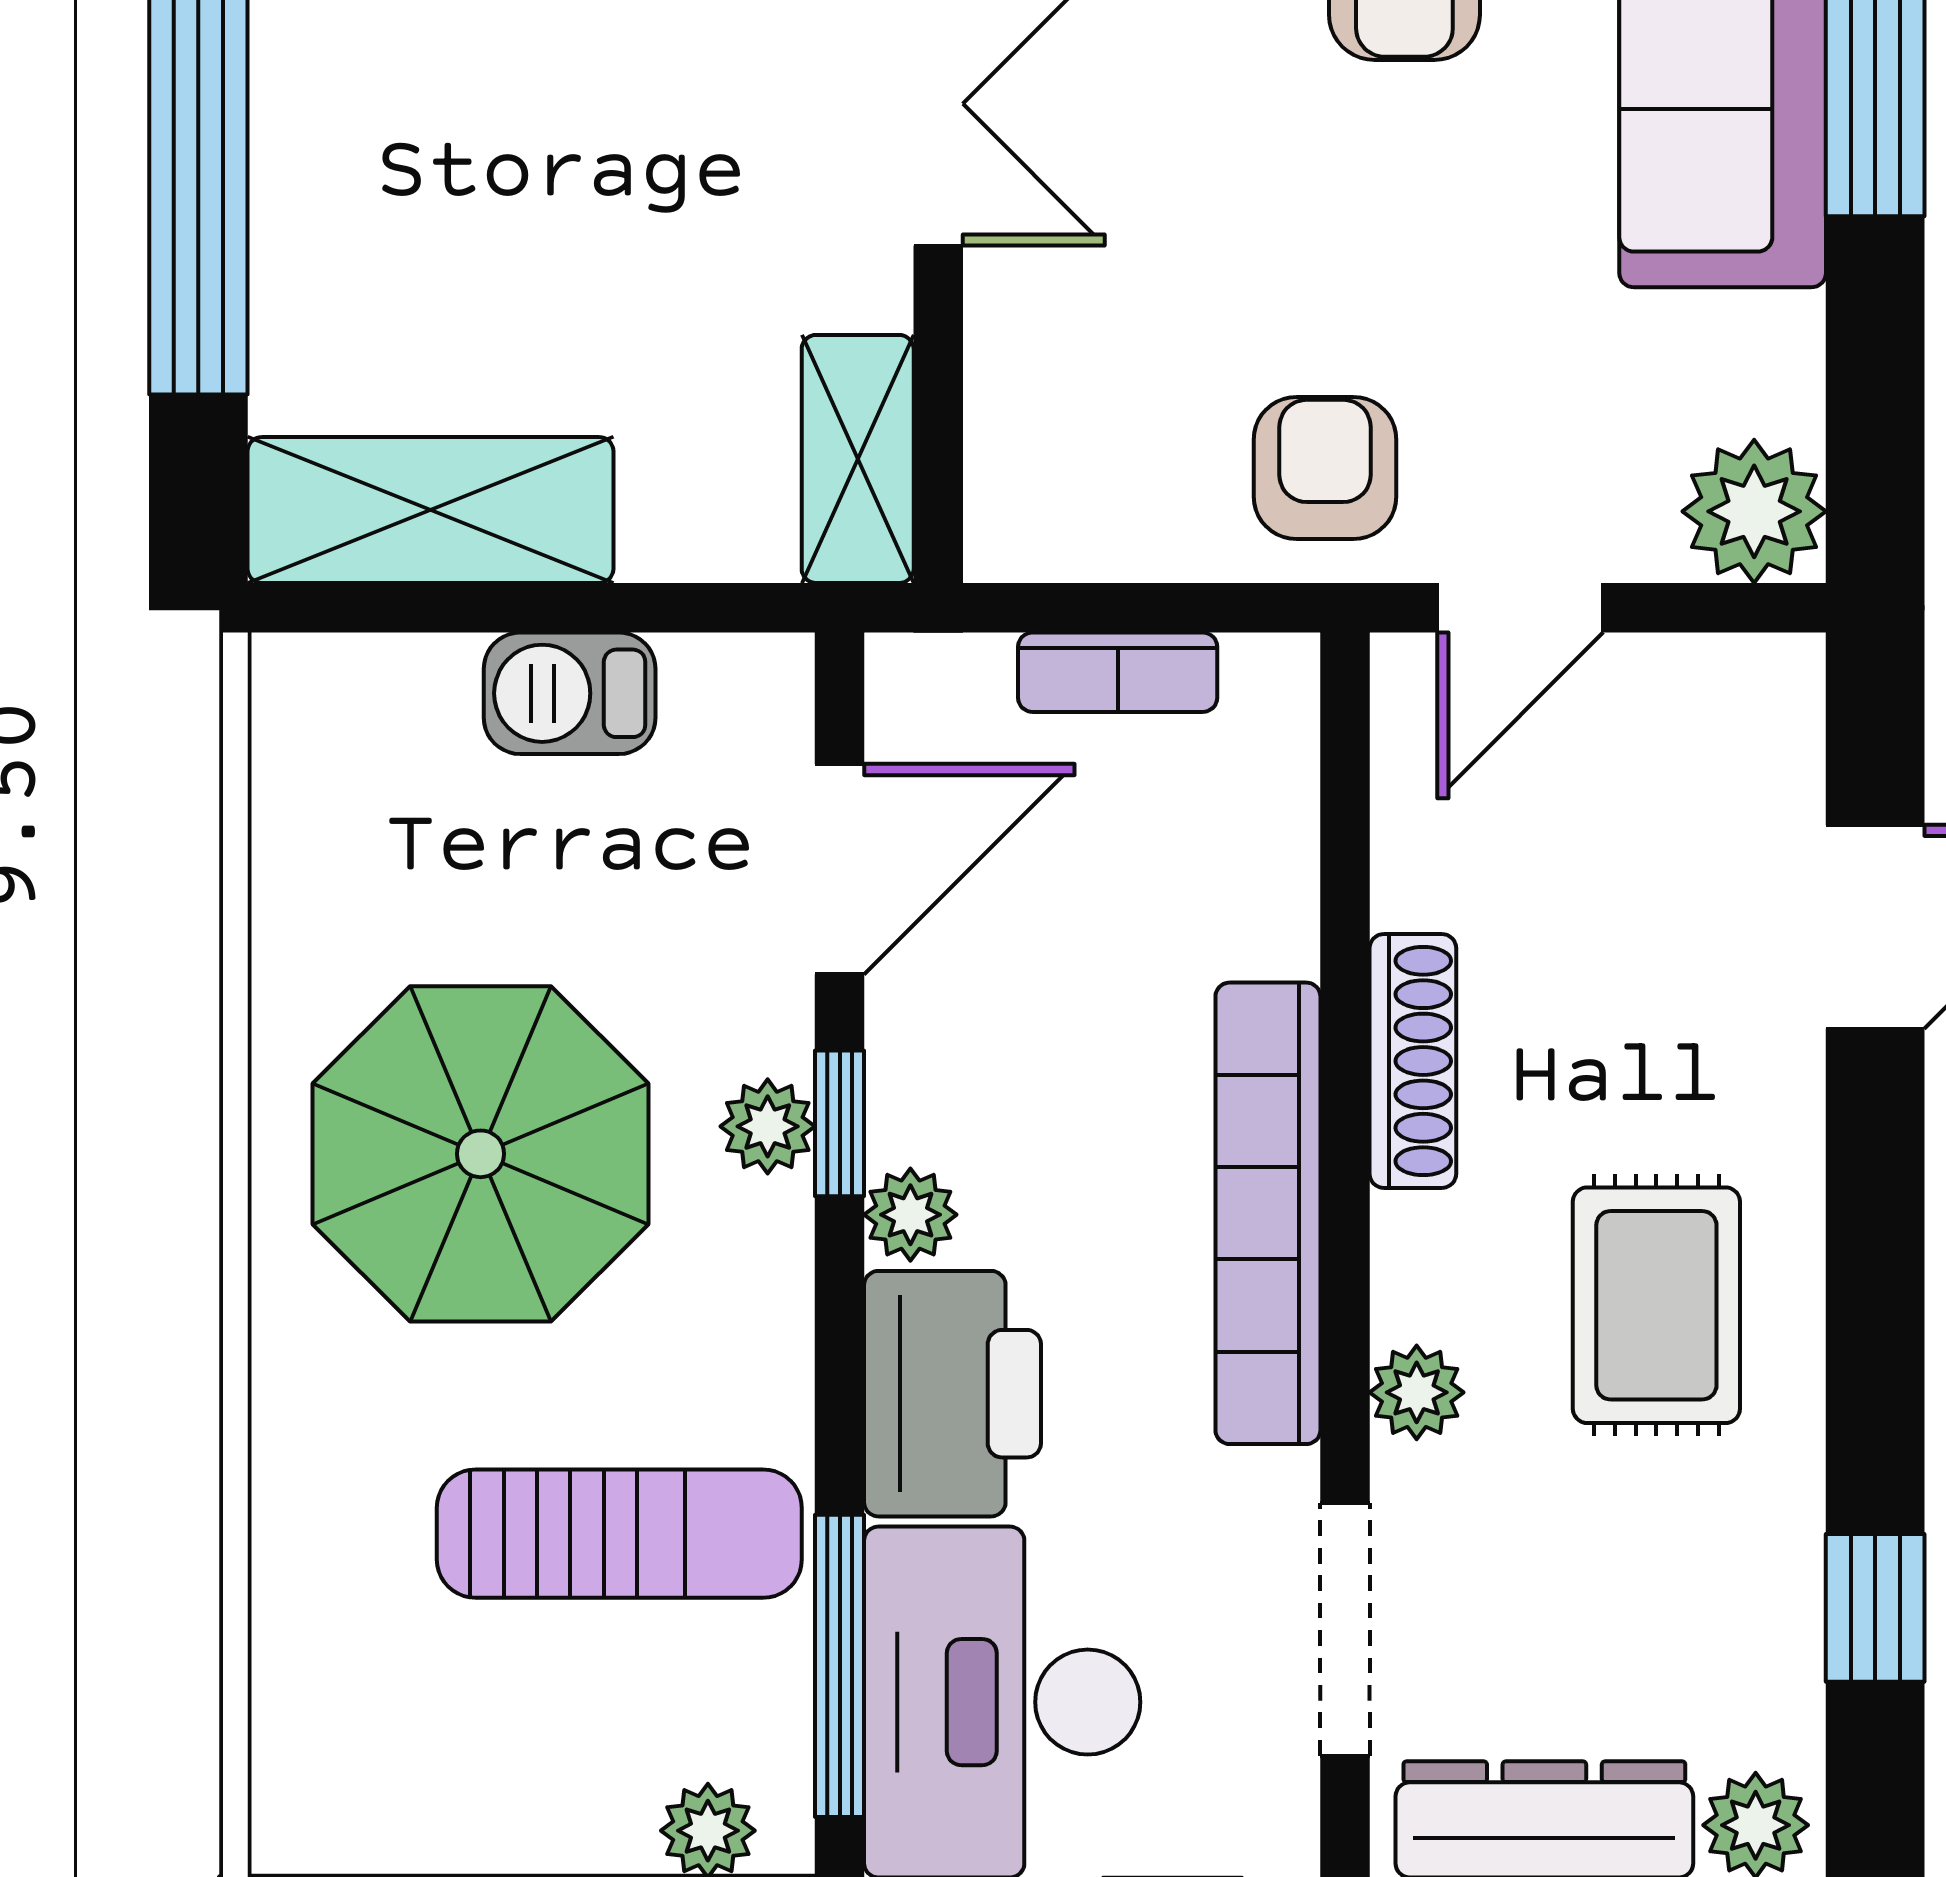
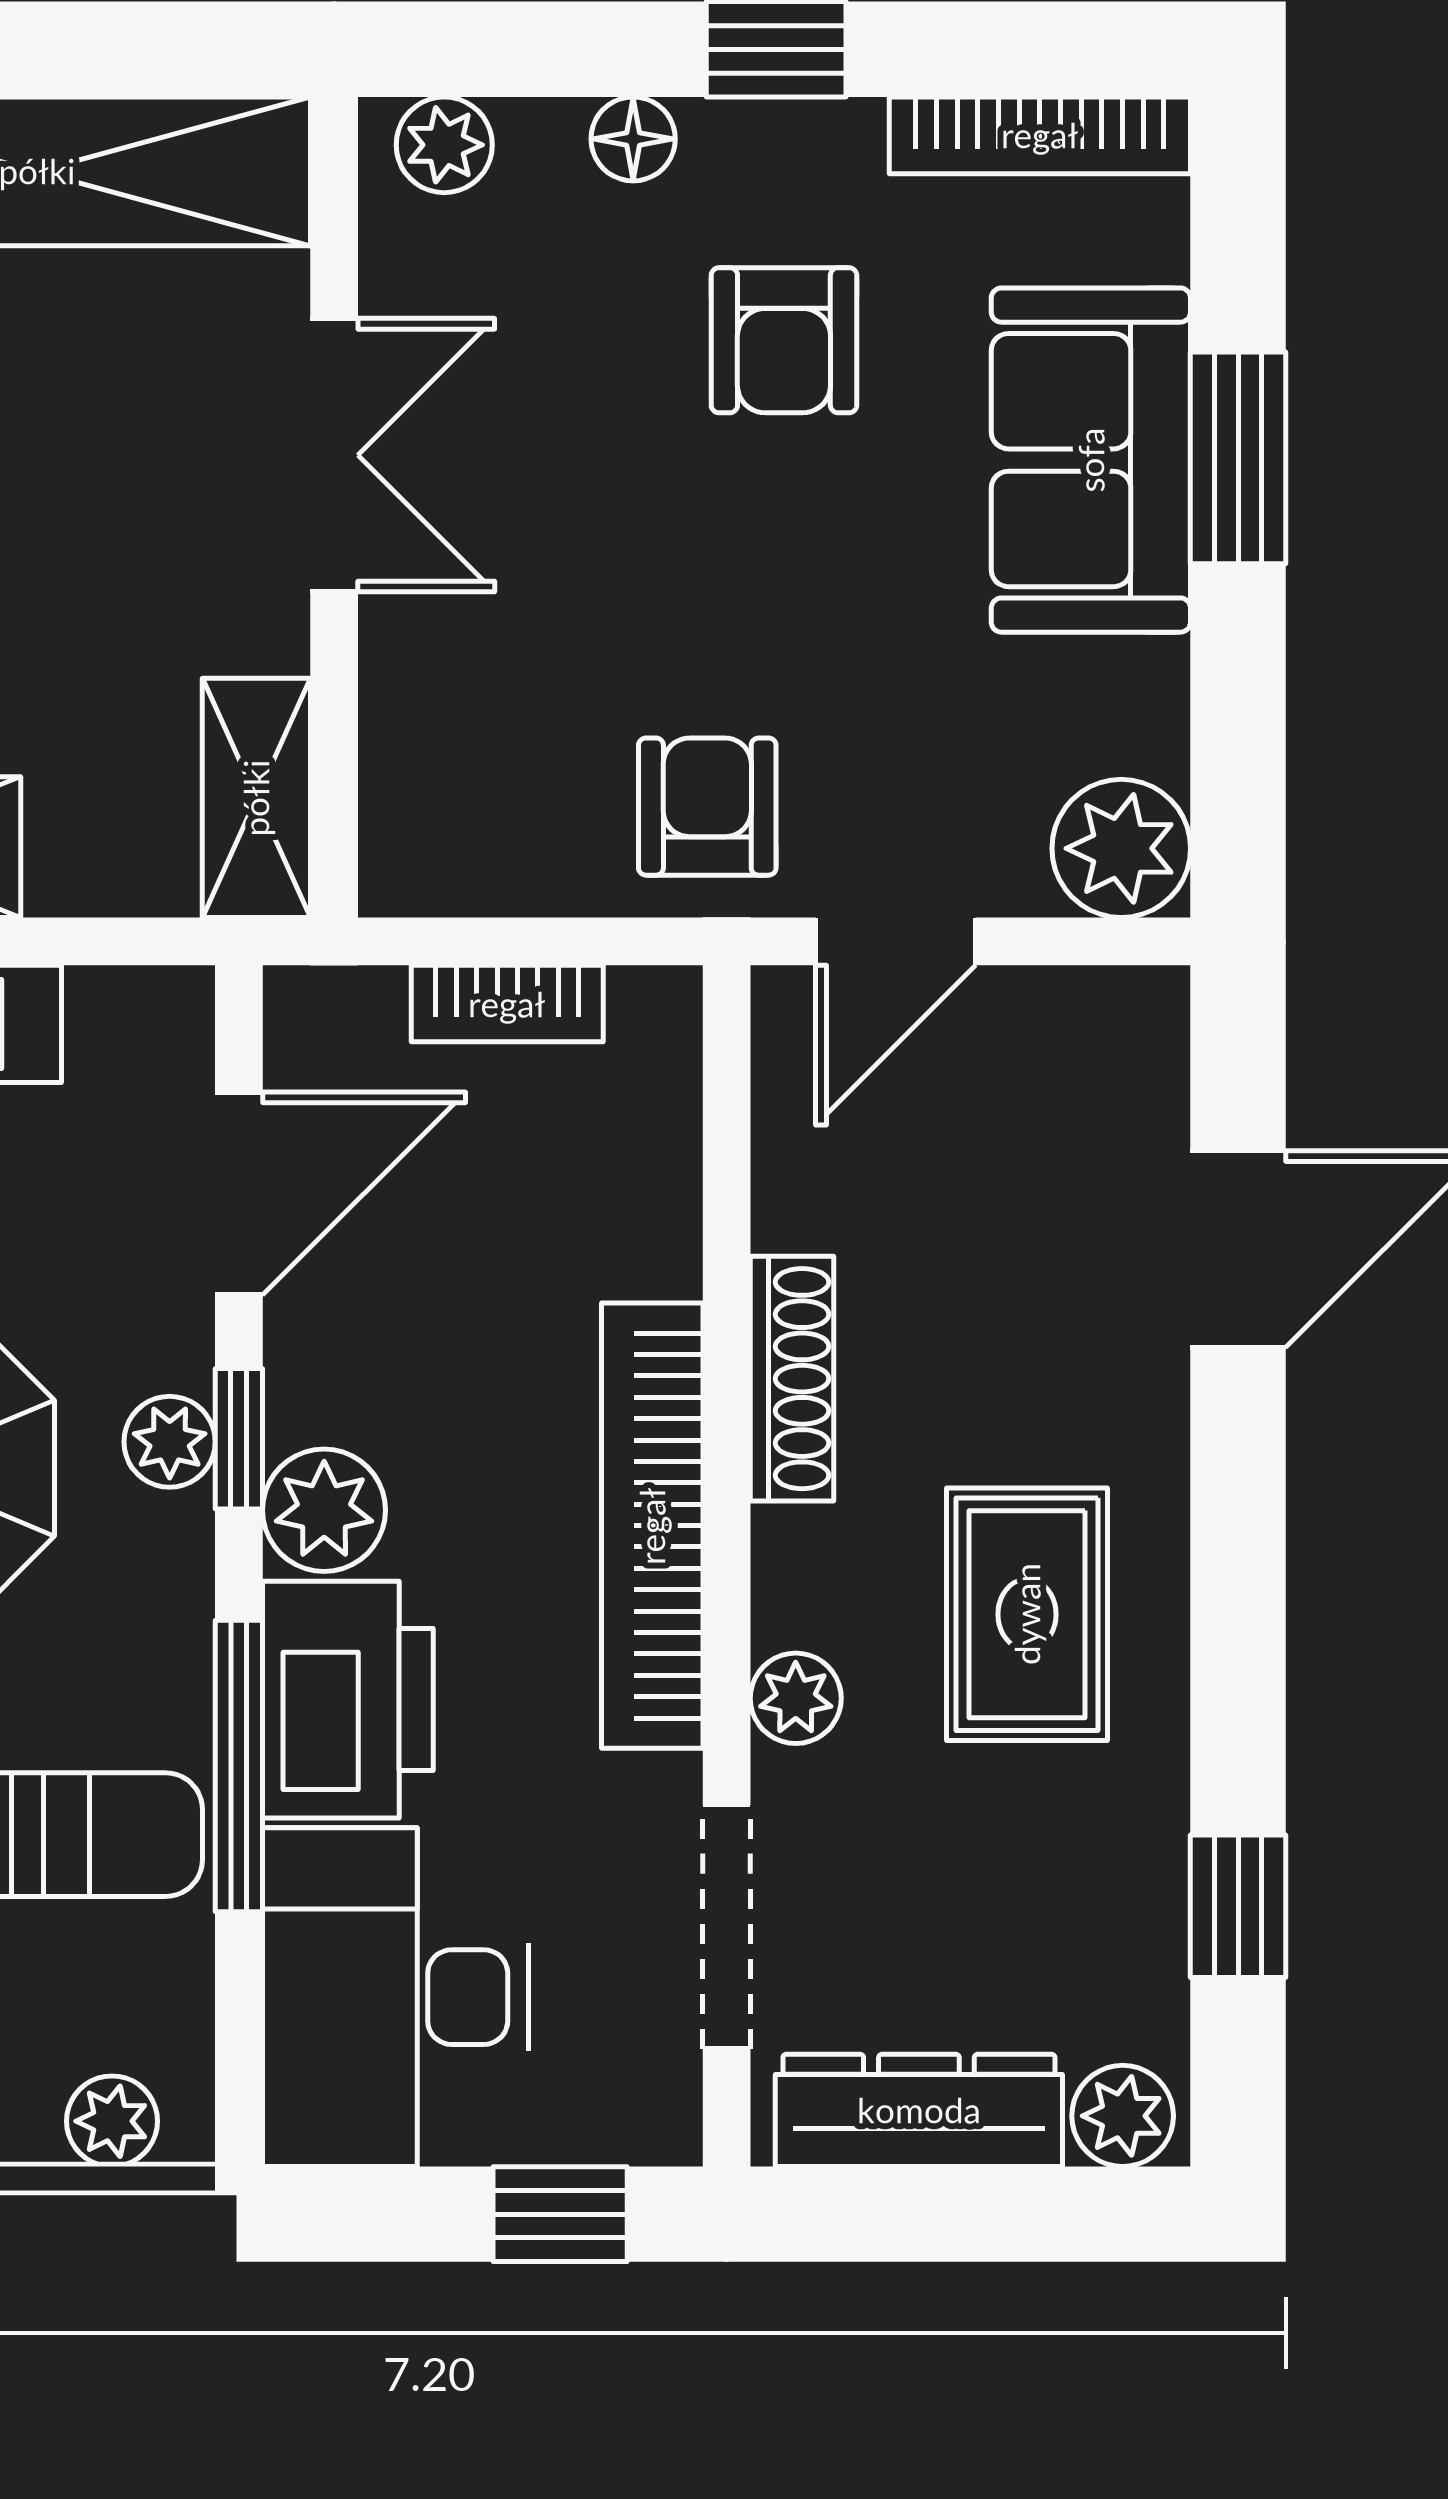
plant: (910, 1215) -> (324, 1510), width x1.38, depth x1.38
window: (840, 1666) -> (239, 1766), moved

